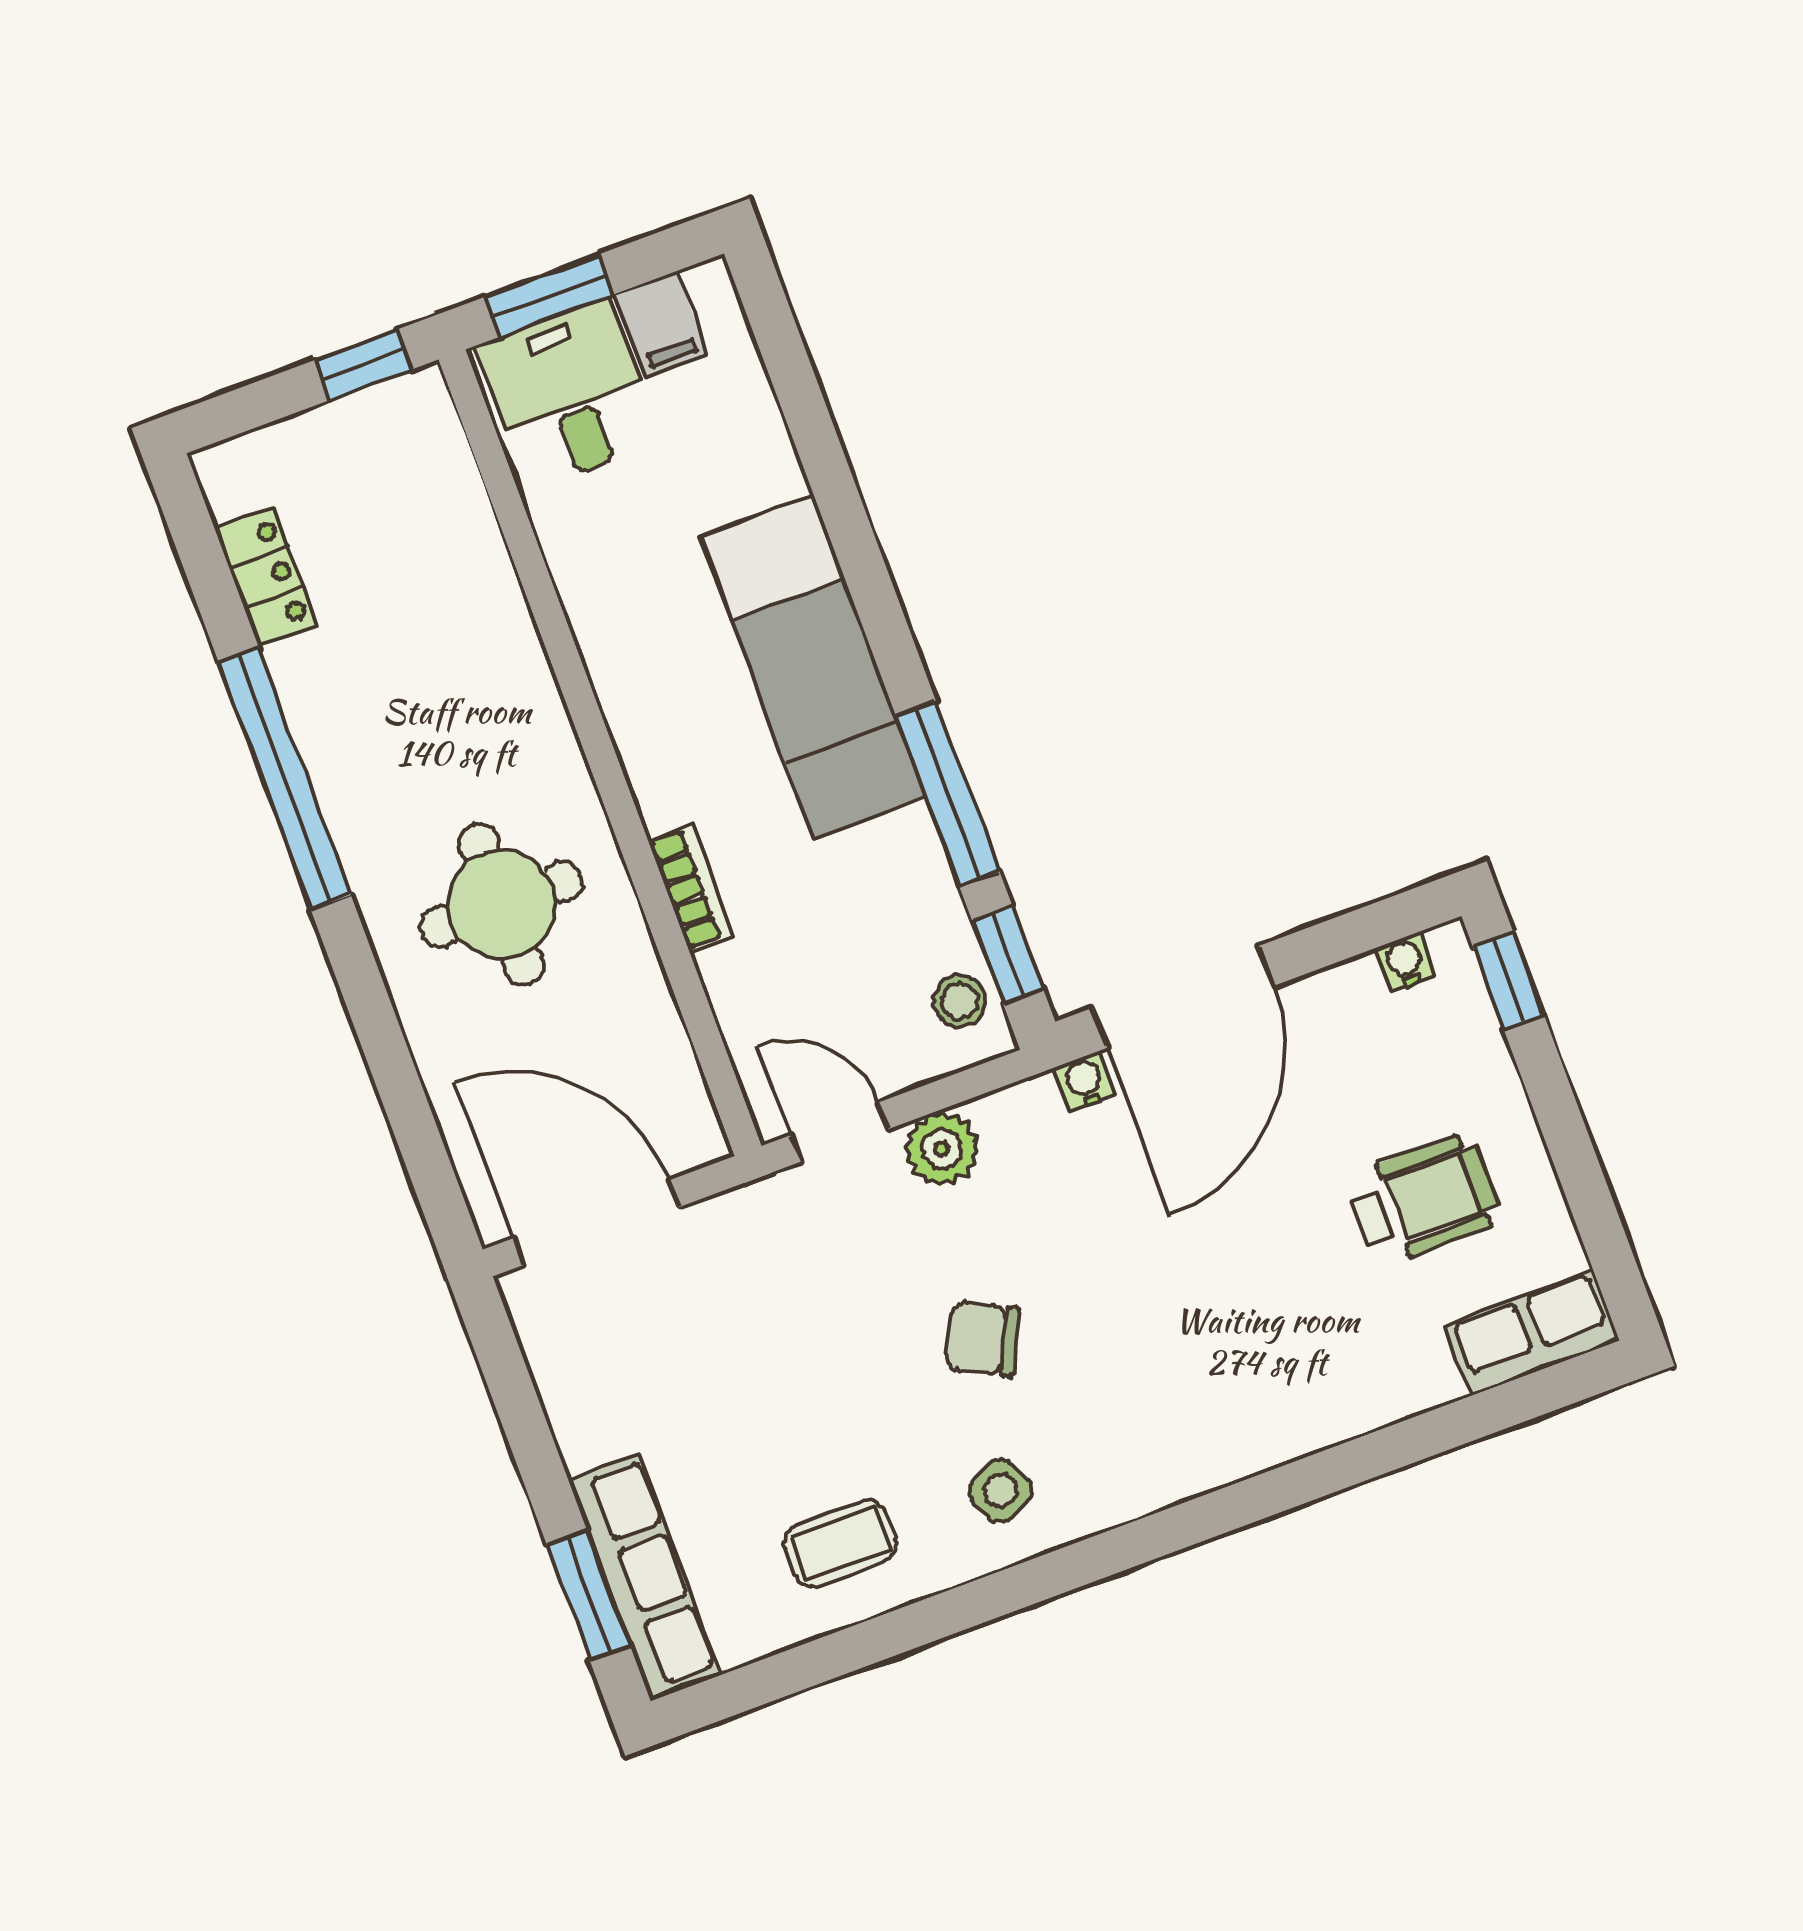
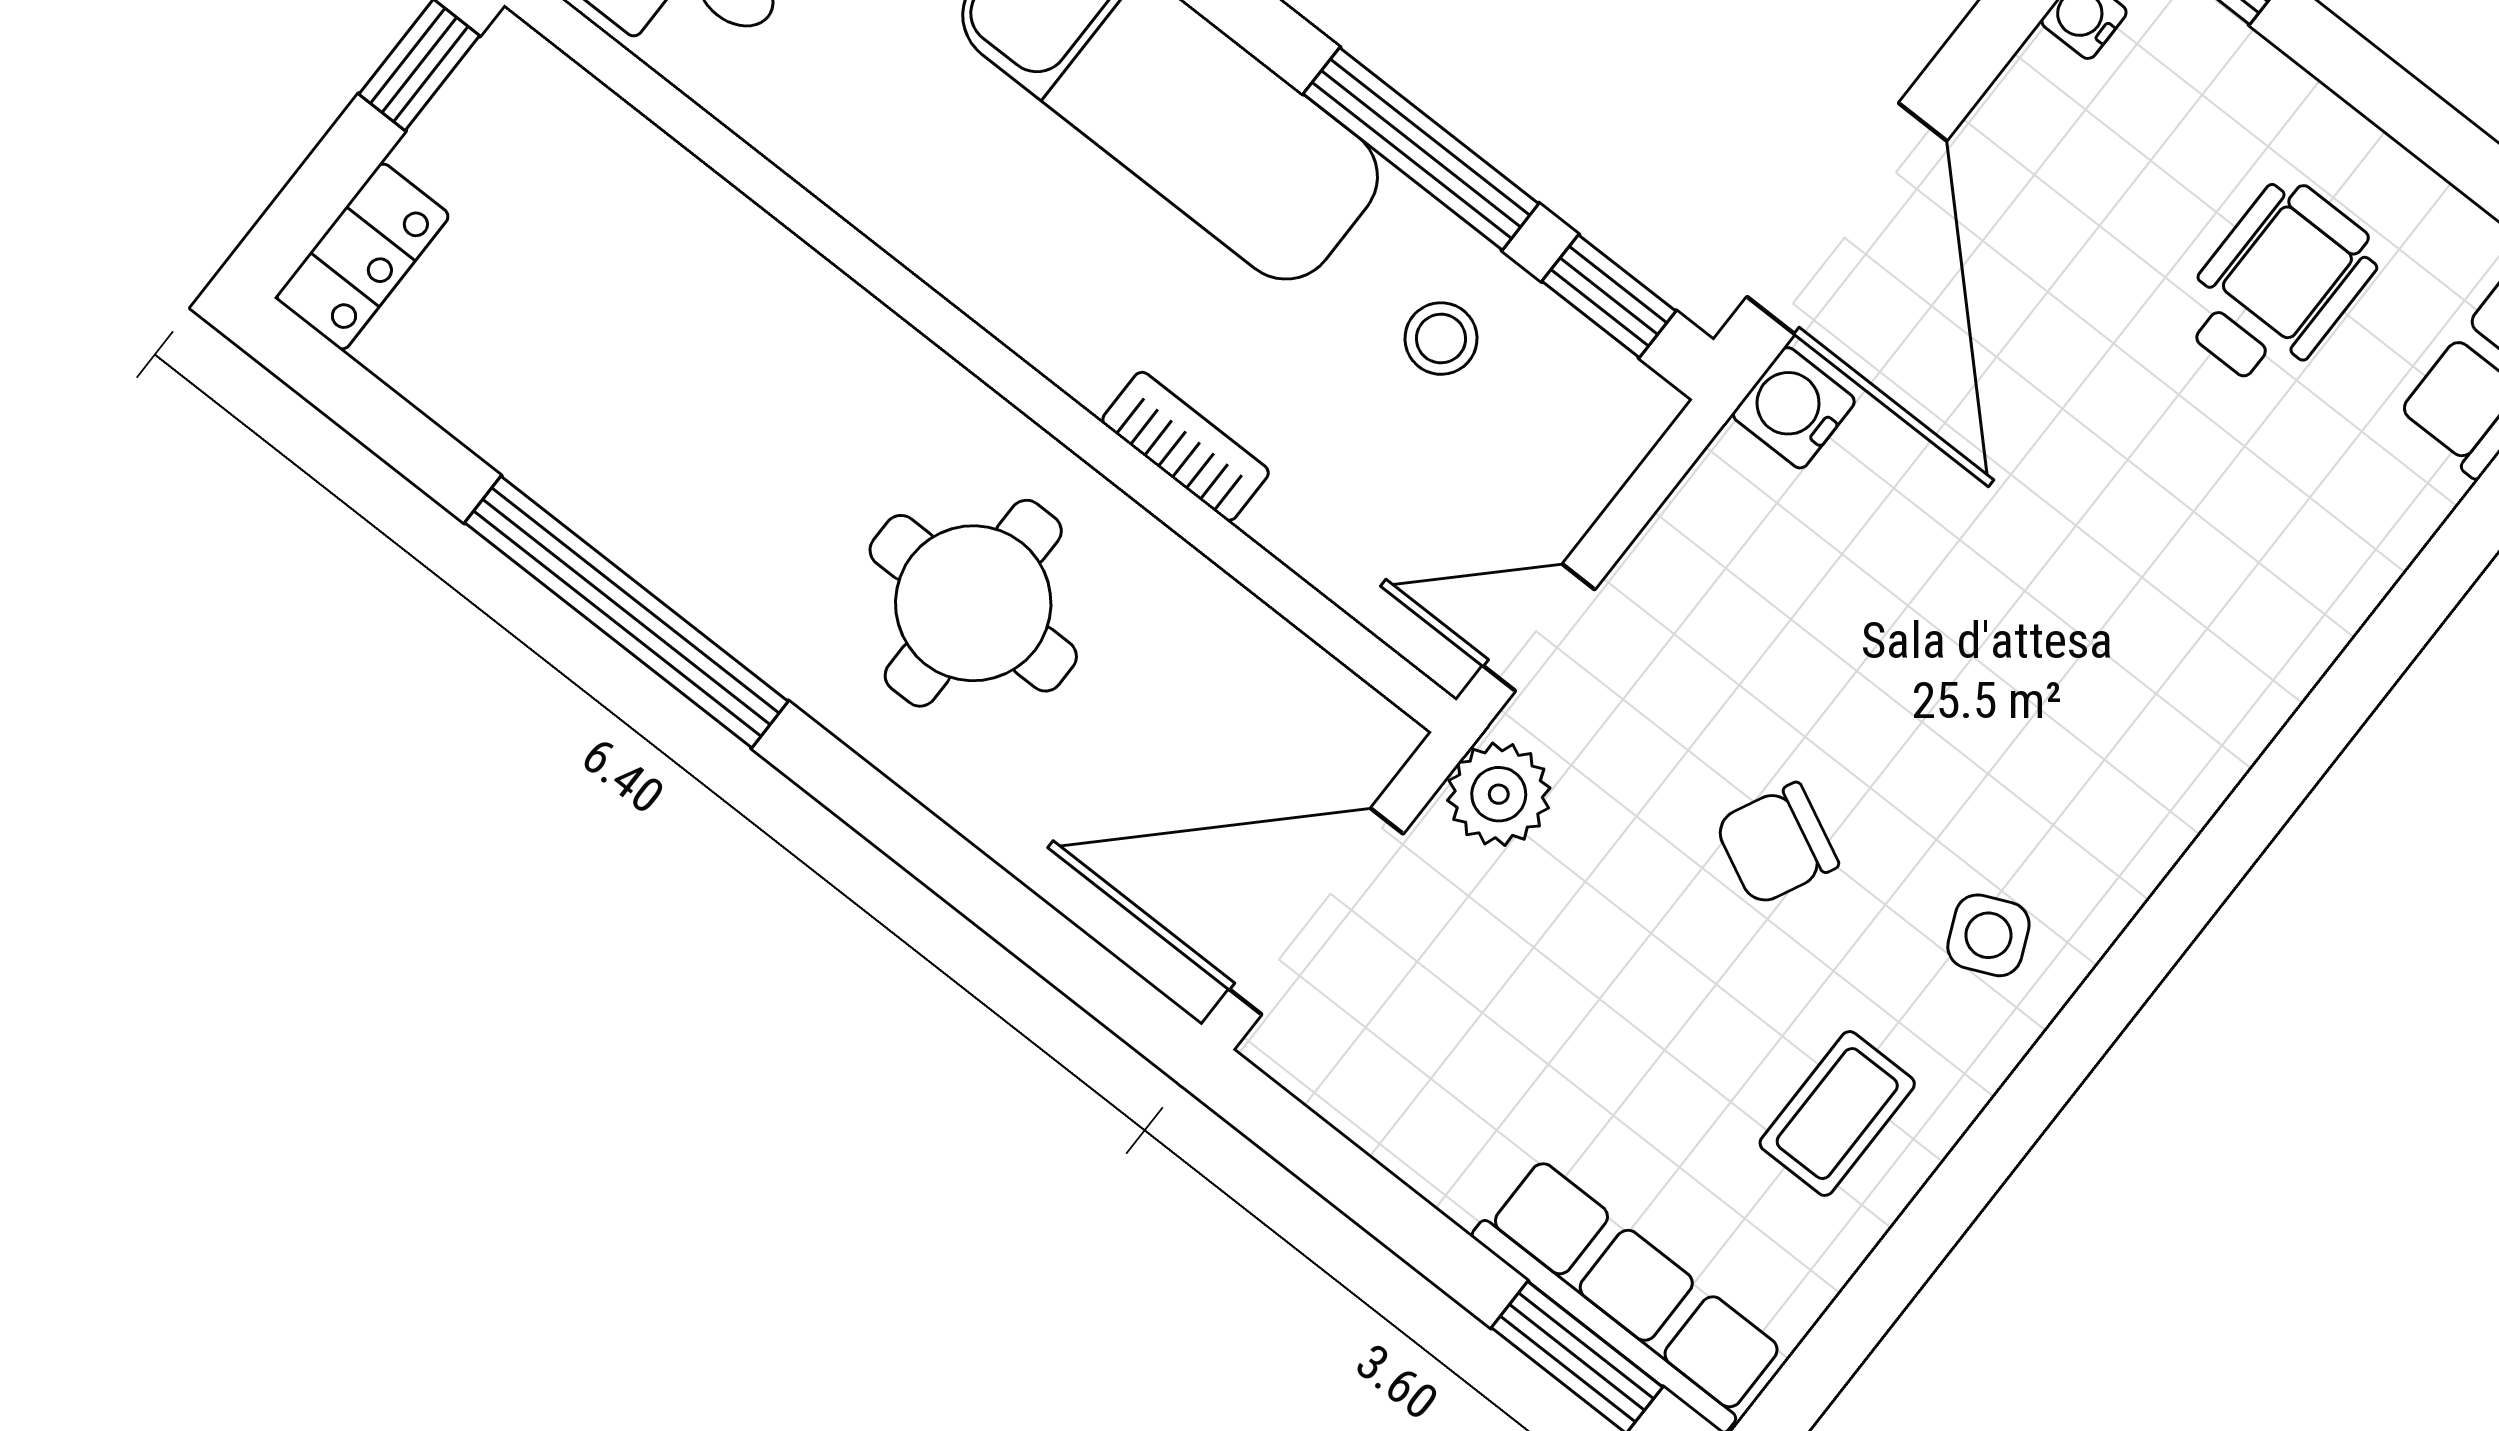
locker: (266, 577) -> (363, 257), moved, turned 90
stool: (960, 1001) -> (1441, 339), moved
water cooler: (1085, 1081) -> (1794, 408), width x1.38, depth x1.38
plant: (942, 1149) -> (1499, 794), moved
chair: (983, 1339) -> (1777, 844), moved

